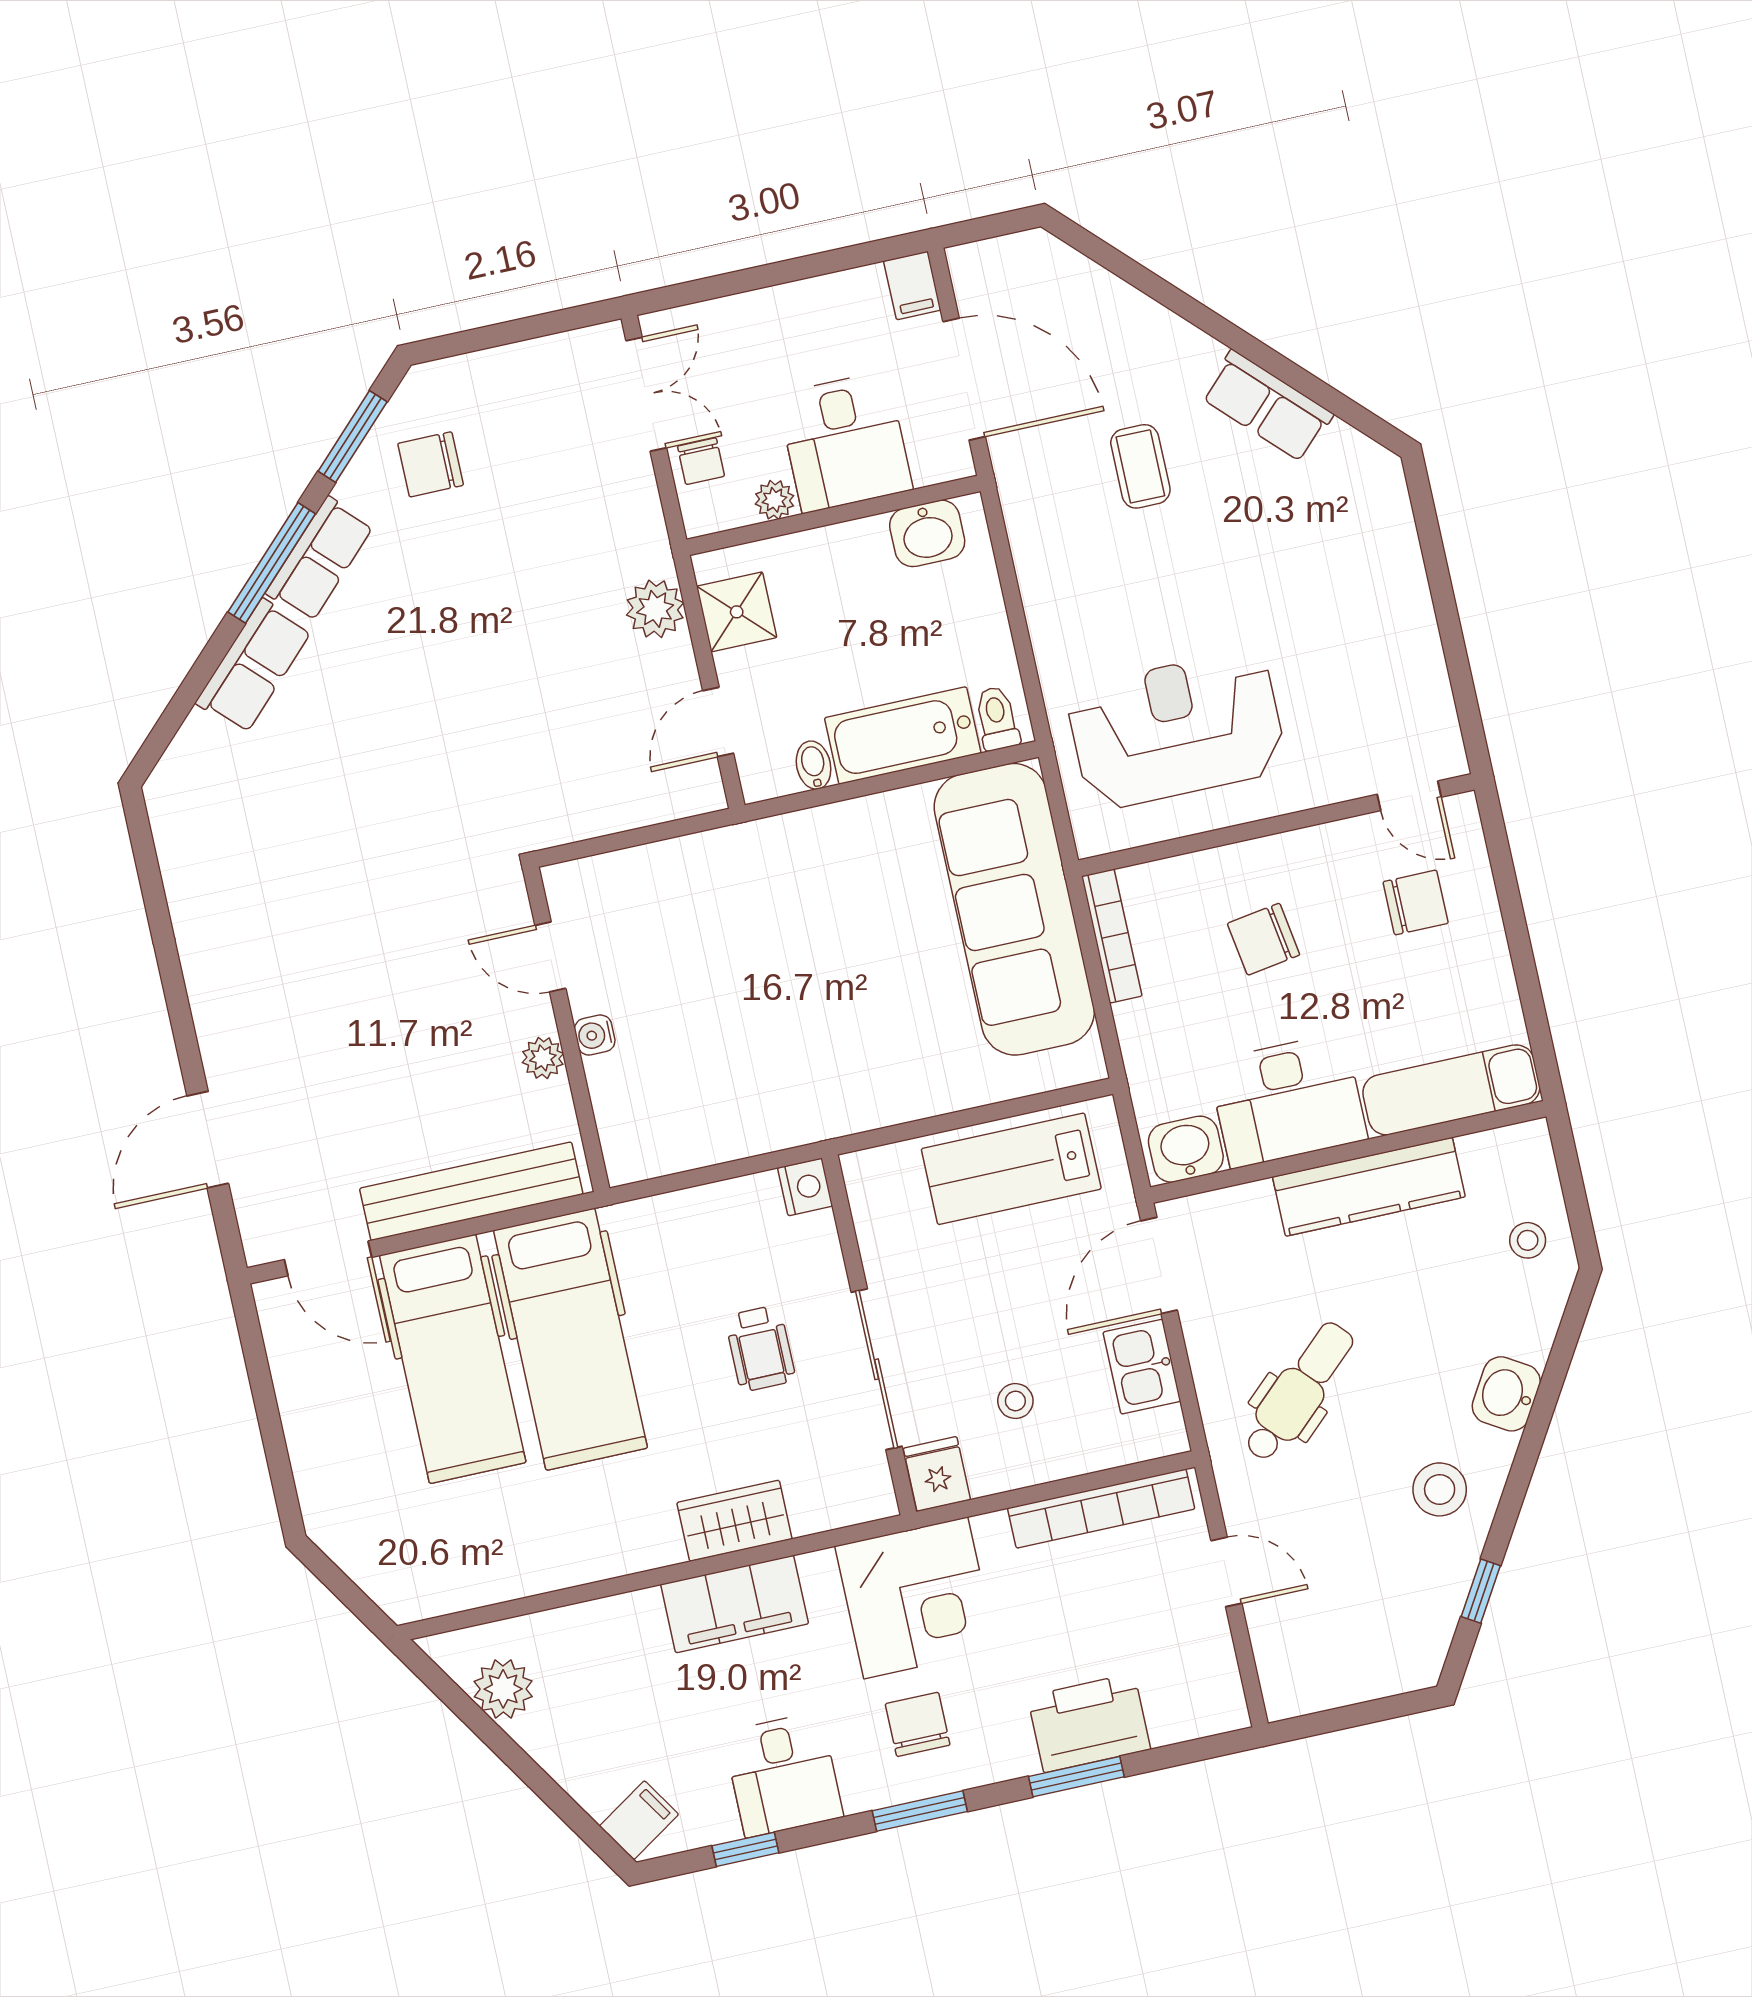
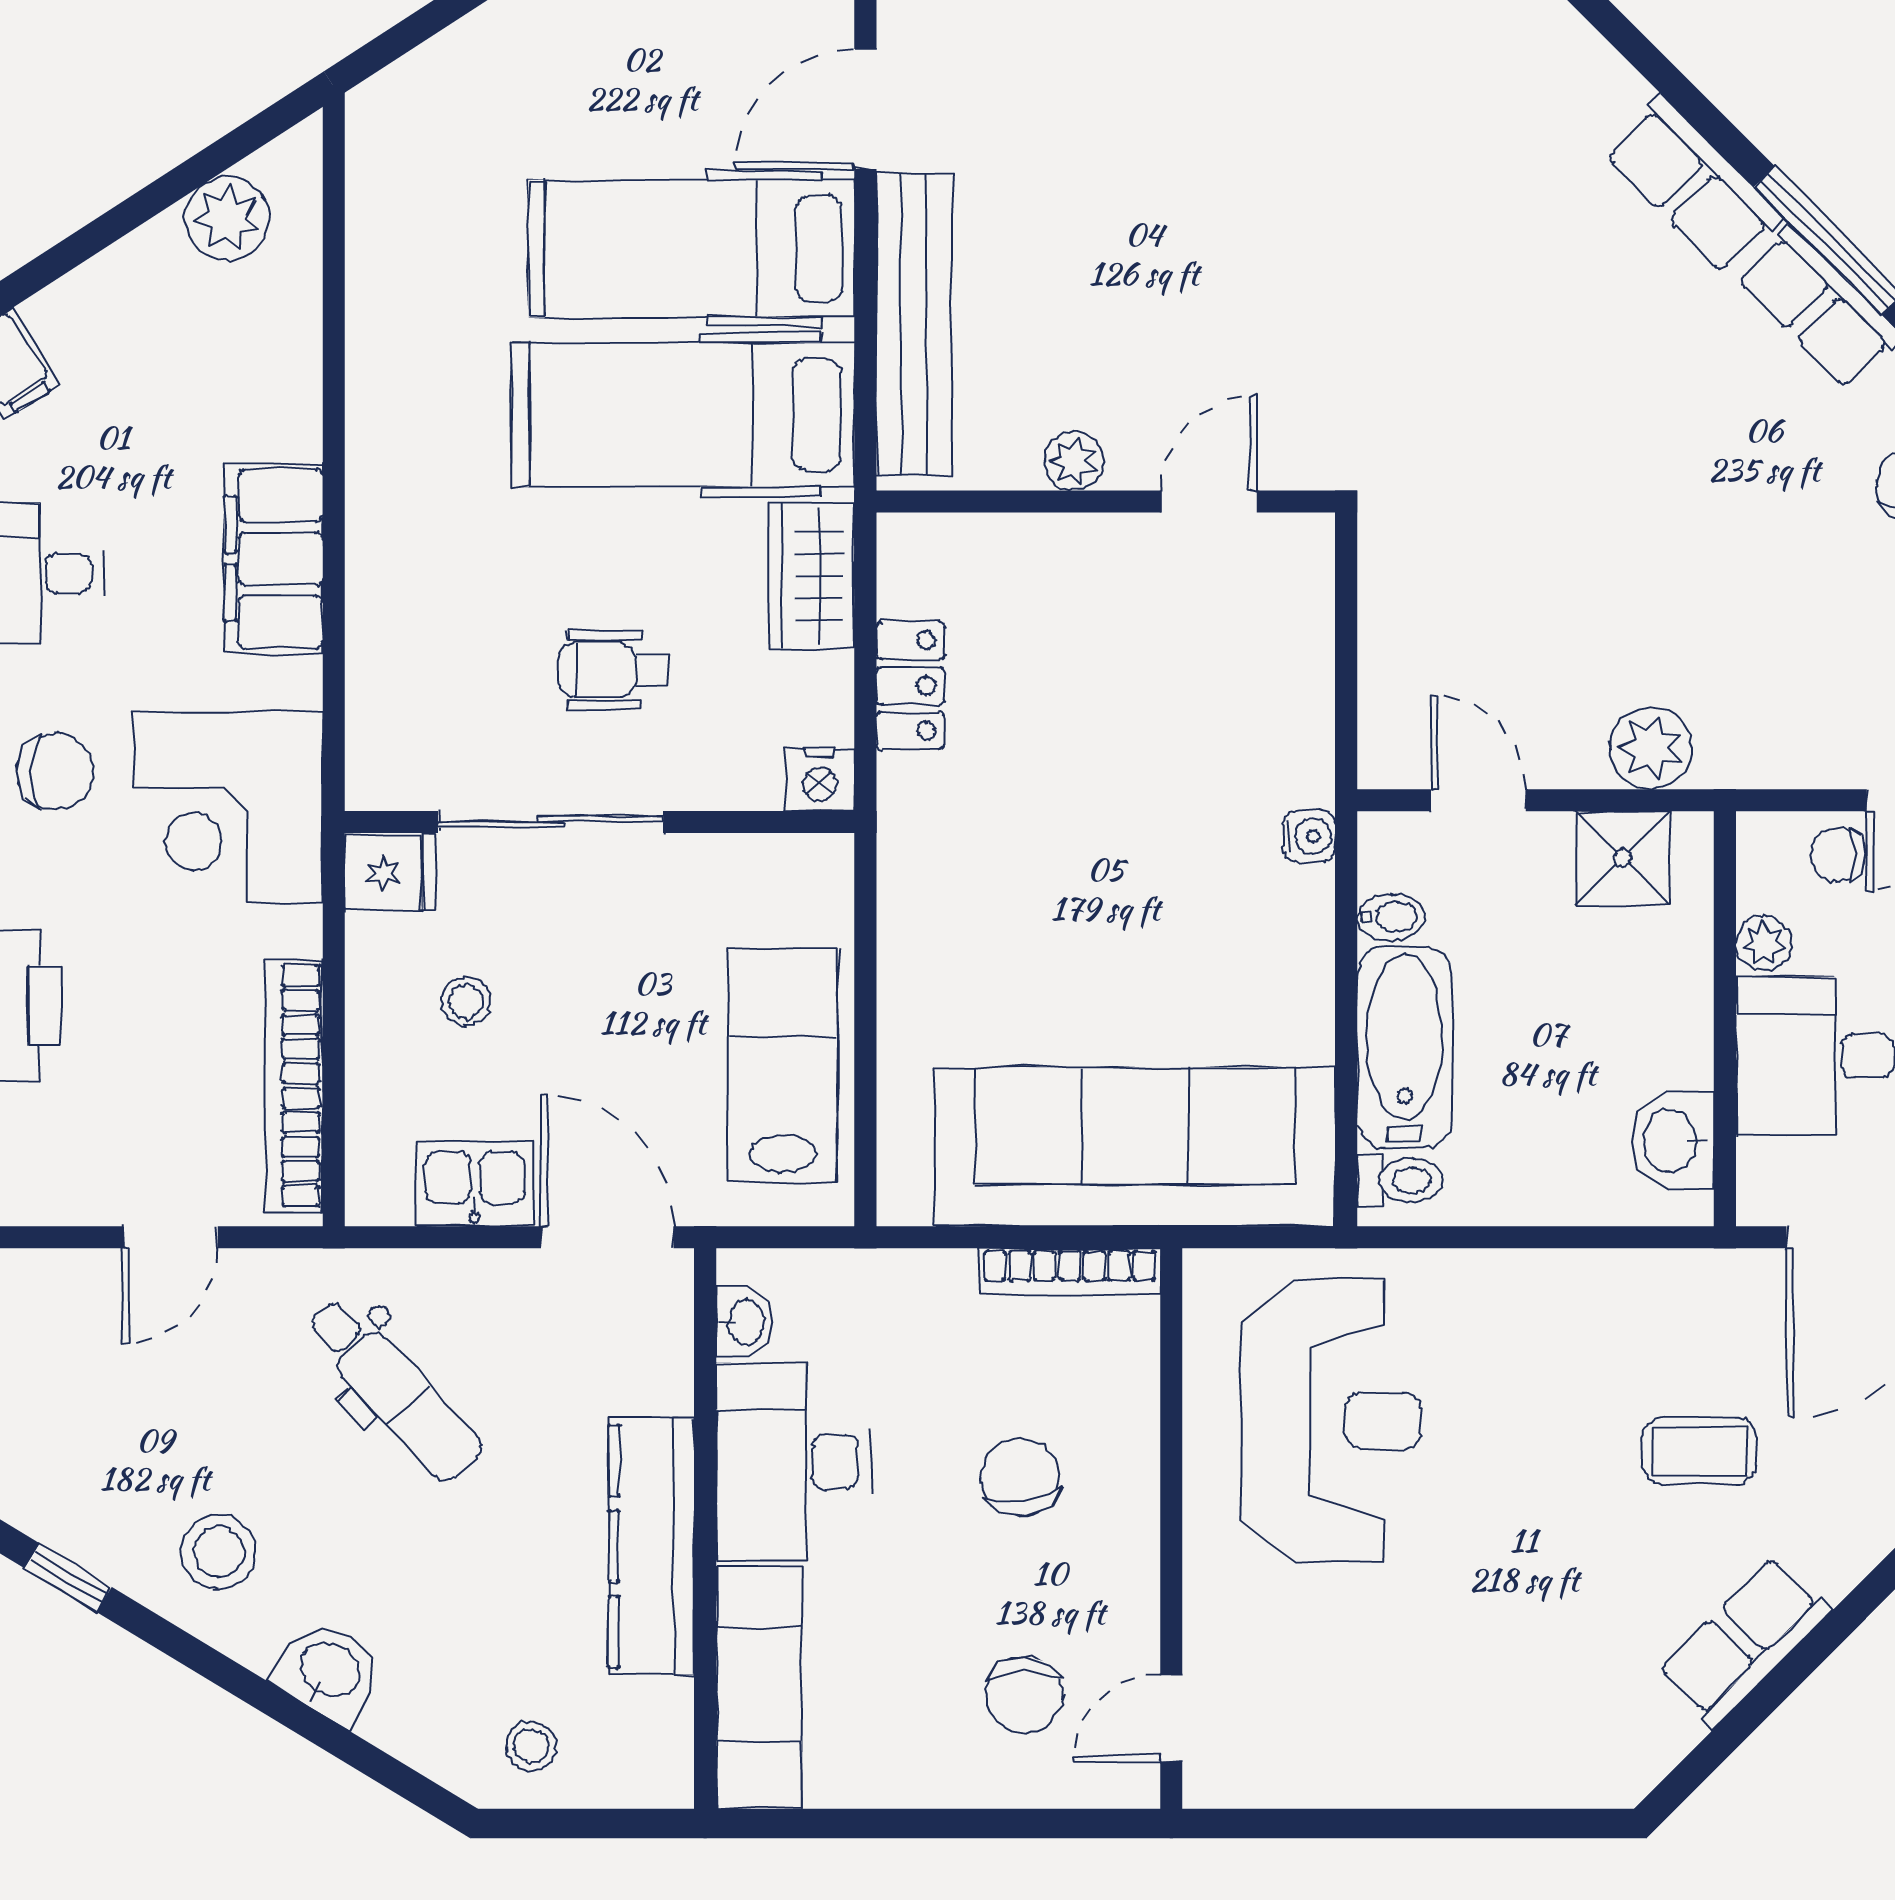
water cooler: (595, 1035) -> (1309, 836), moved, turned 90
locker: (725, 1138) -> (910, 686), added
washbasin: (1186, 1149) -> (745, 1322), width x0.72, depth x0.69
wardrobe: (734, 1521) -> (812, 576), moved, turned 180

